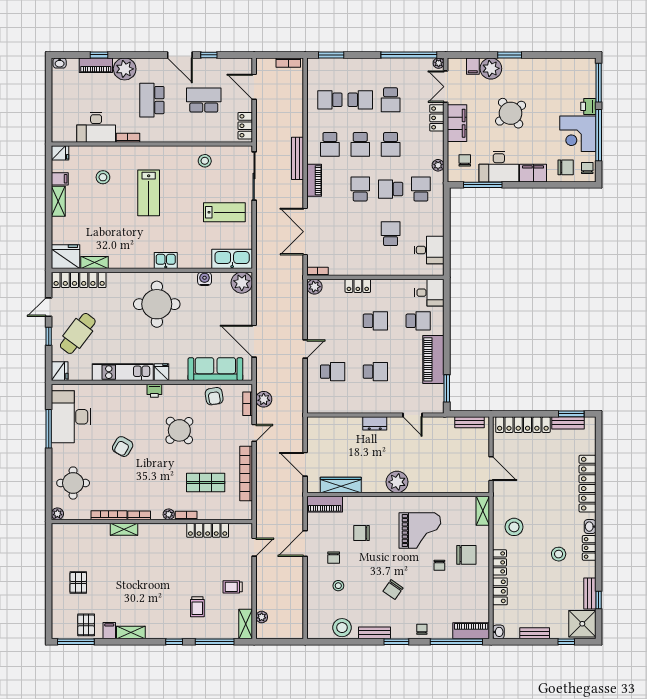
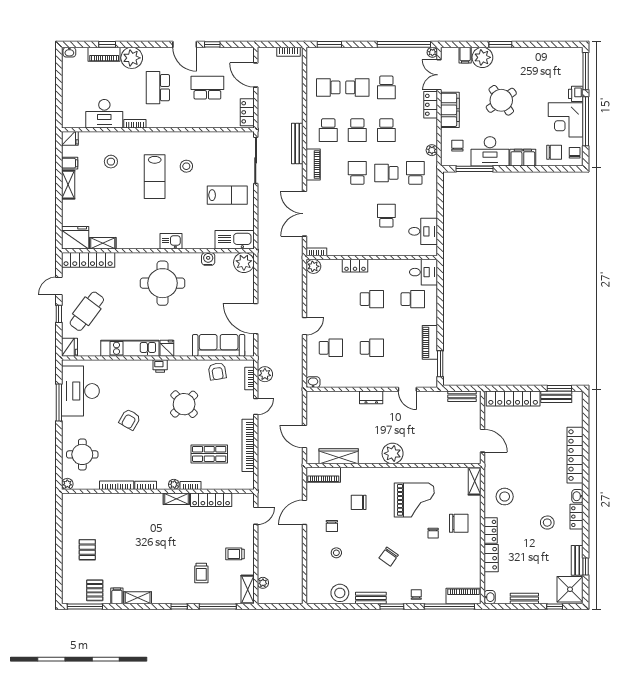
stool: (205, 161) -> (186, 166), moved
piano: (433, 359) -> (430, 342), width x0.73, depth x0.75
washbasin: (314, 408) -> (313, 382), added
shelving: (124, 529) -> (176, 499), moved

